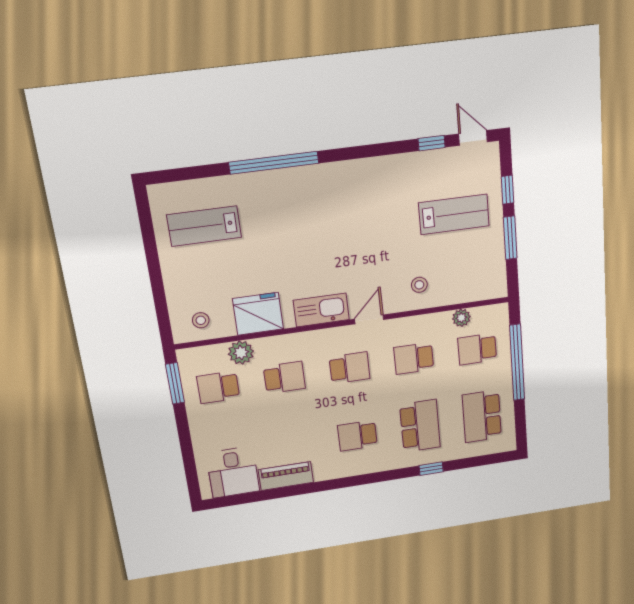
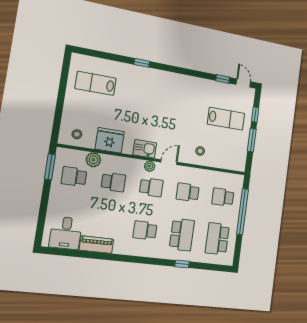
window: (274, 163) -> (142, 63), width x0.32
kitchen sink: (321, 310) -> (145, 149), width x0.73
plant: (461, 318) -> (150, 166), moved

